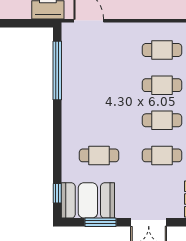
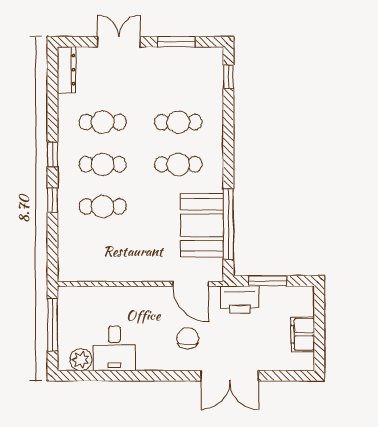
window: (25, 23) -> (268, 281), added
cafe table: (162, 50) -> (178, 164), moved
booth: (88, 200) -> (202, 225), moved, turned 90

